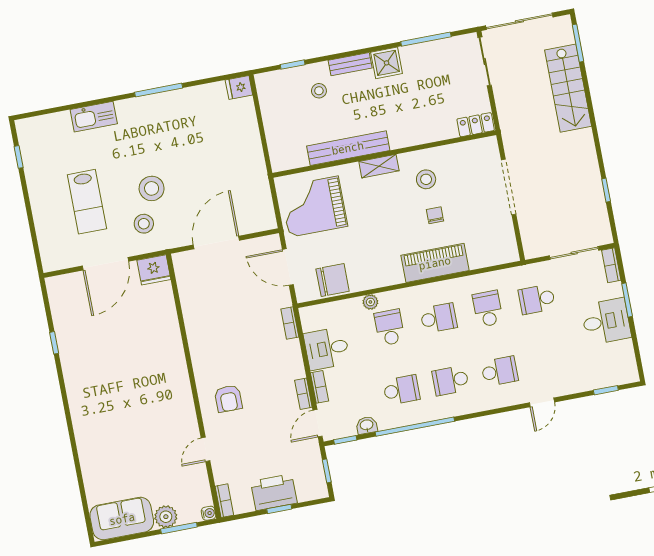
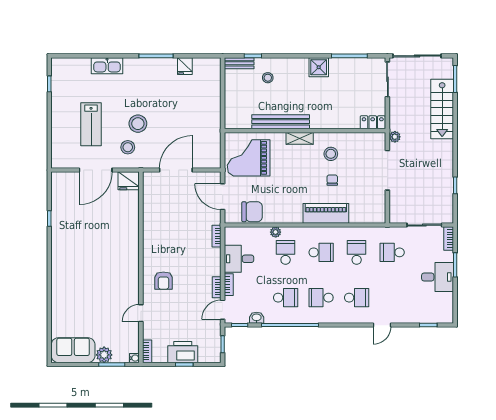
bench: (350, 64) -> (239, 63), moved
fridge: (239, 87) -> (185, 66), moved, turned -90
plant: (510, 139) -> (395, 137), added

